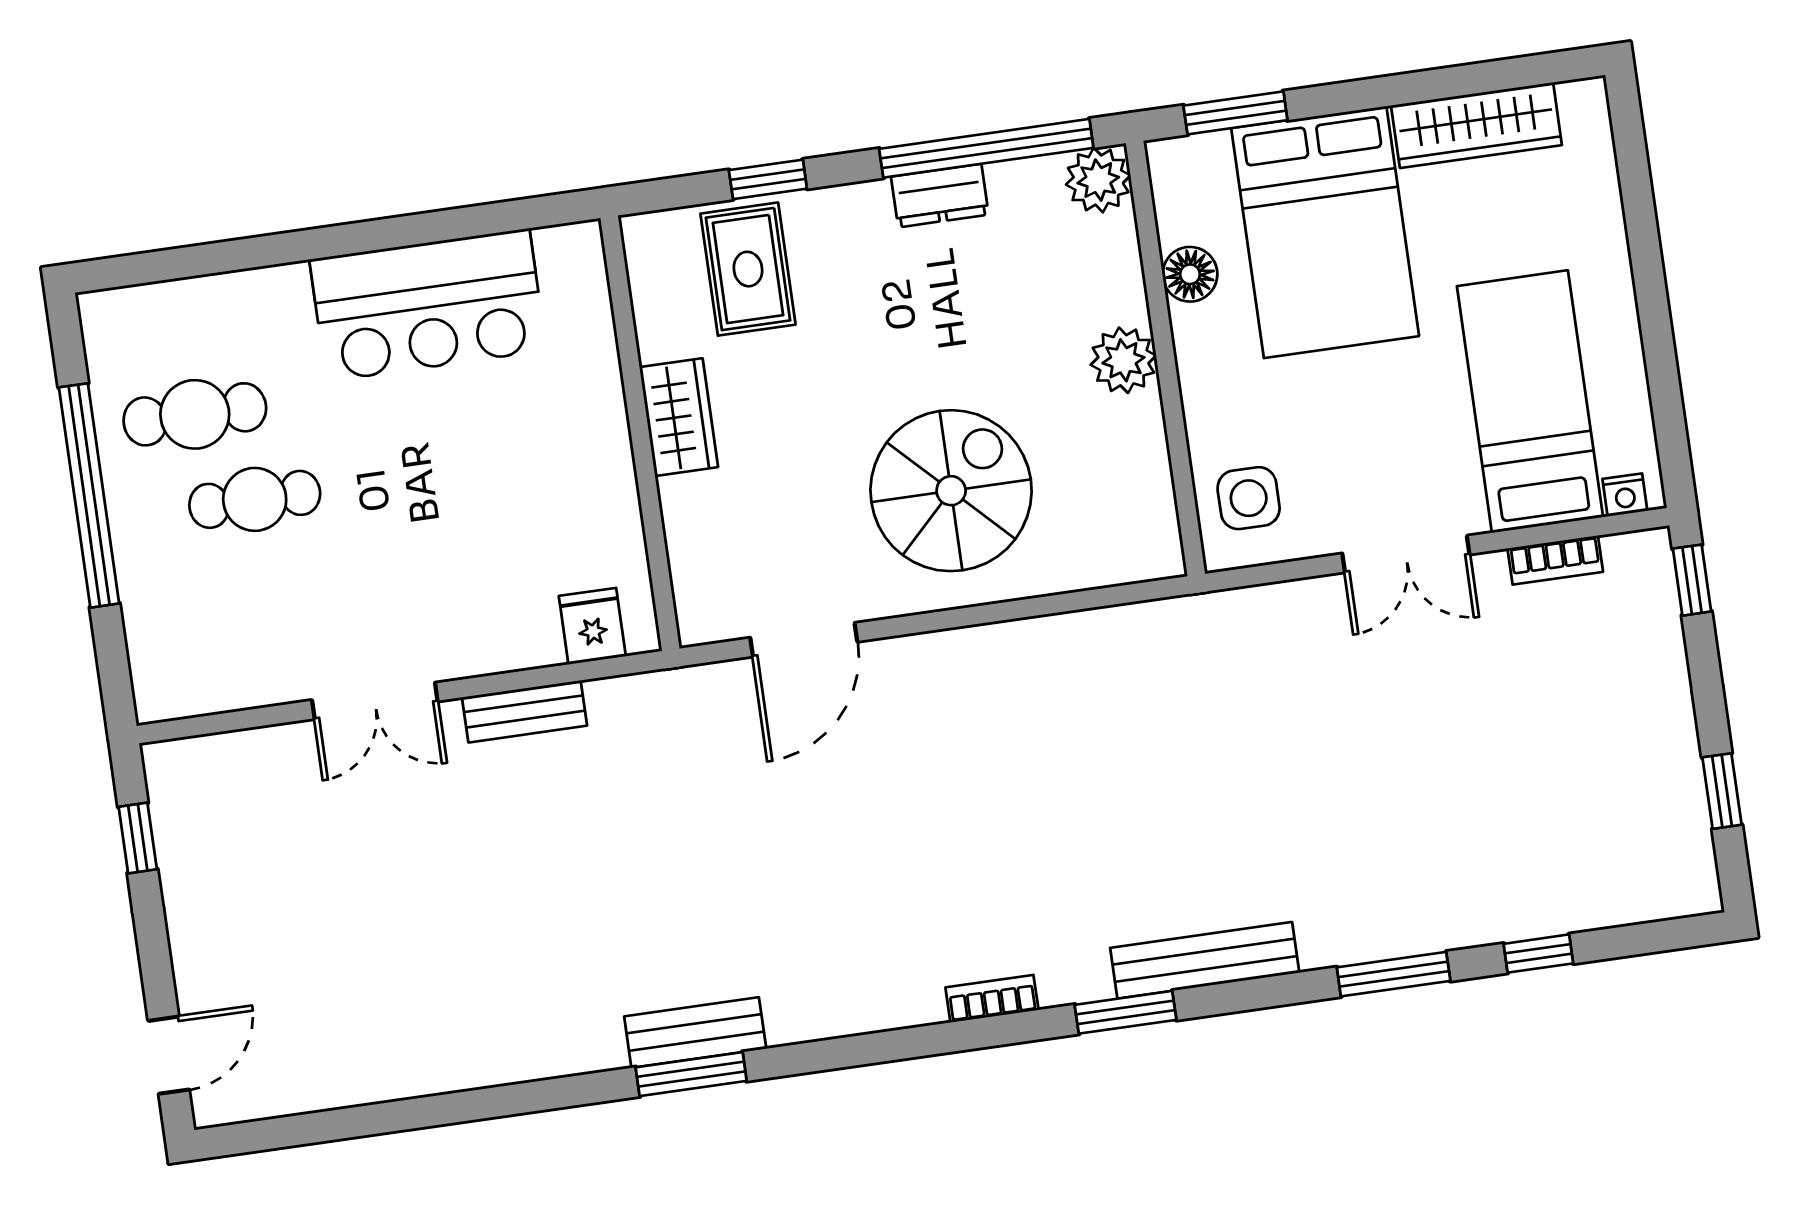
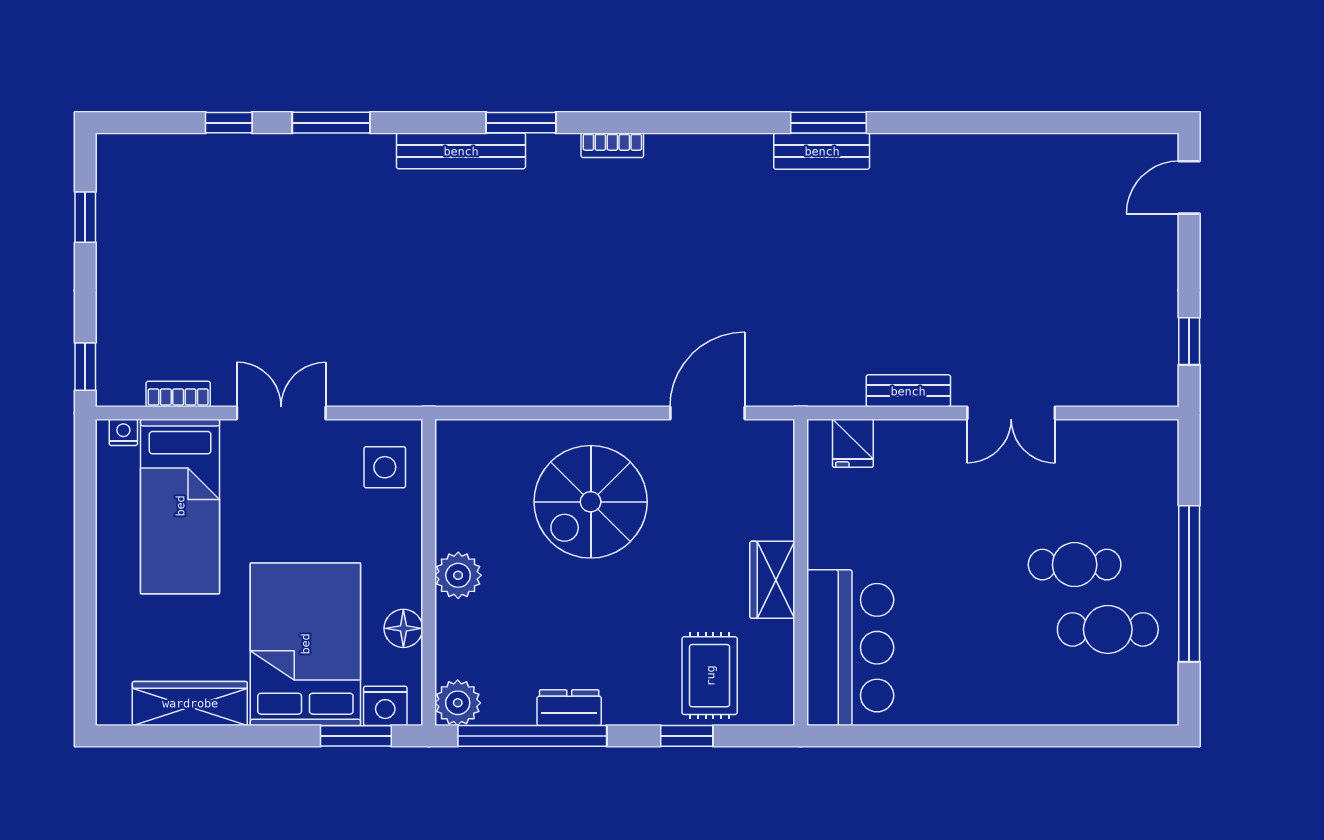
nightstand: (1200, 161) -> (385, 706), added
bar counter: (428, 305) -> (850, 648), moved, turned 90
double door: (375, 701) -> (1011, 413), swing flipped

